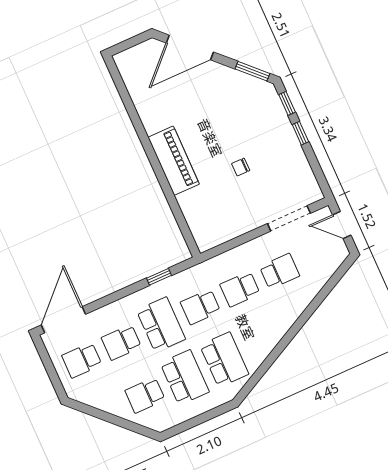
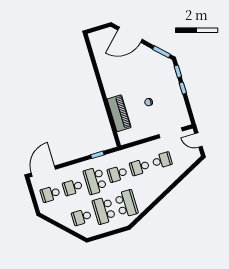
piano: (174, 161) -> (119, 113), moved
school desk: (161, 325) -> (95, 180), turned 180
school desk: (185, 377) -> (104, 210), turned 180

